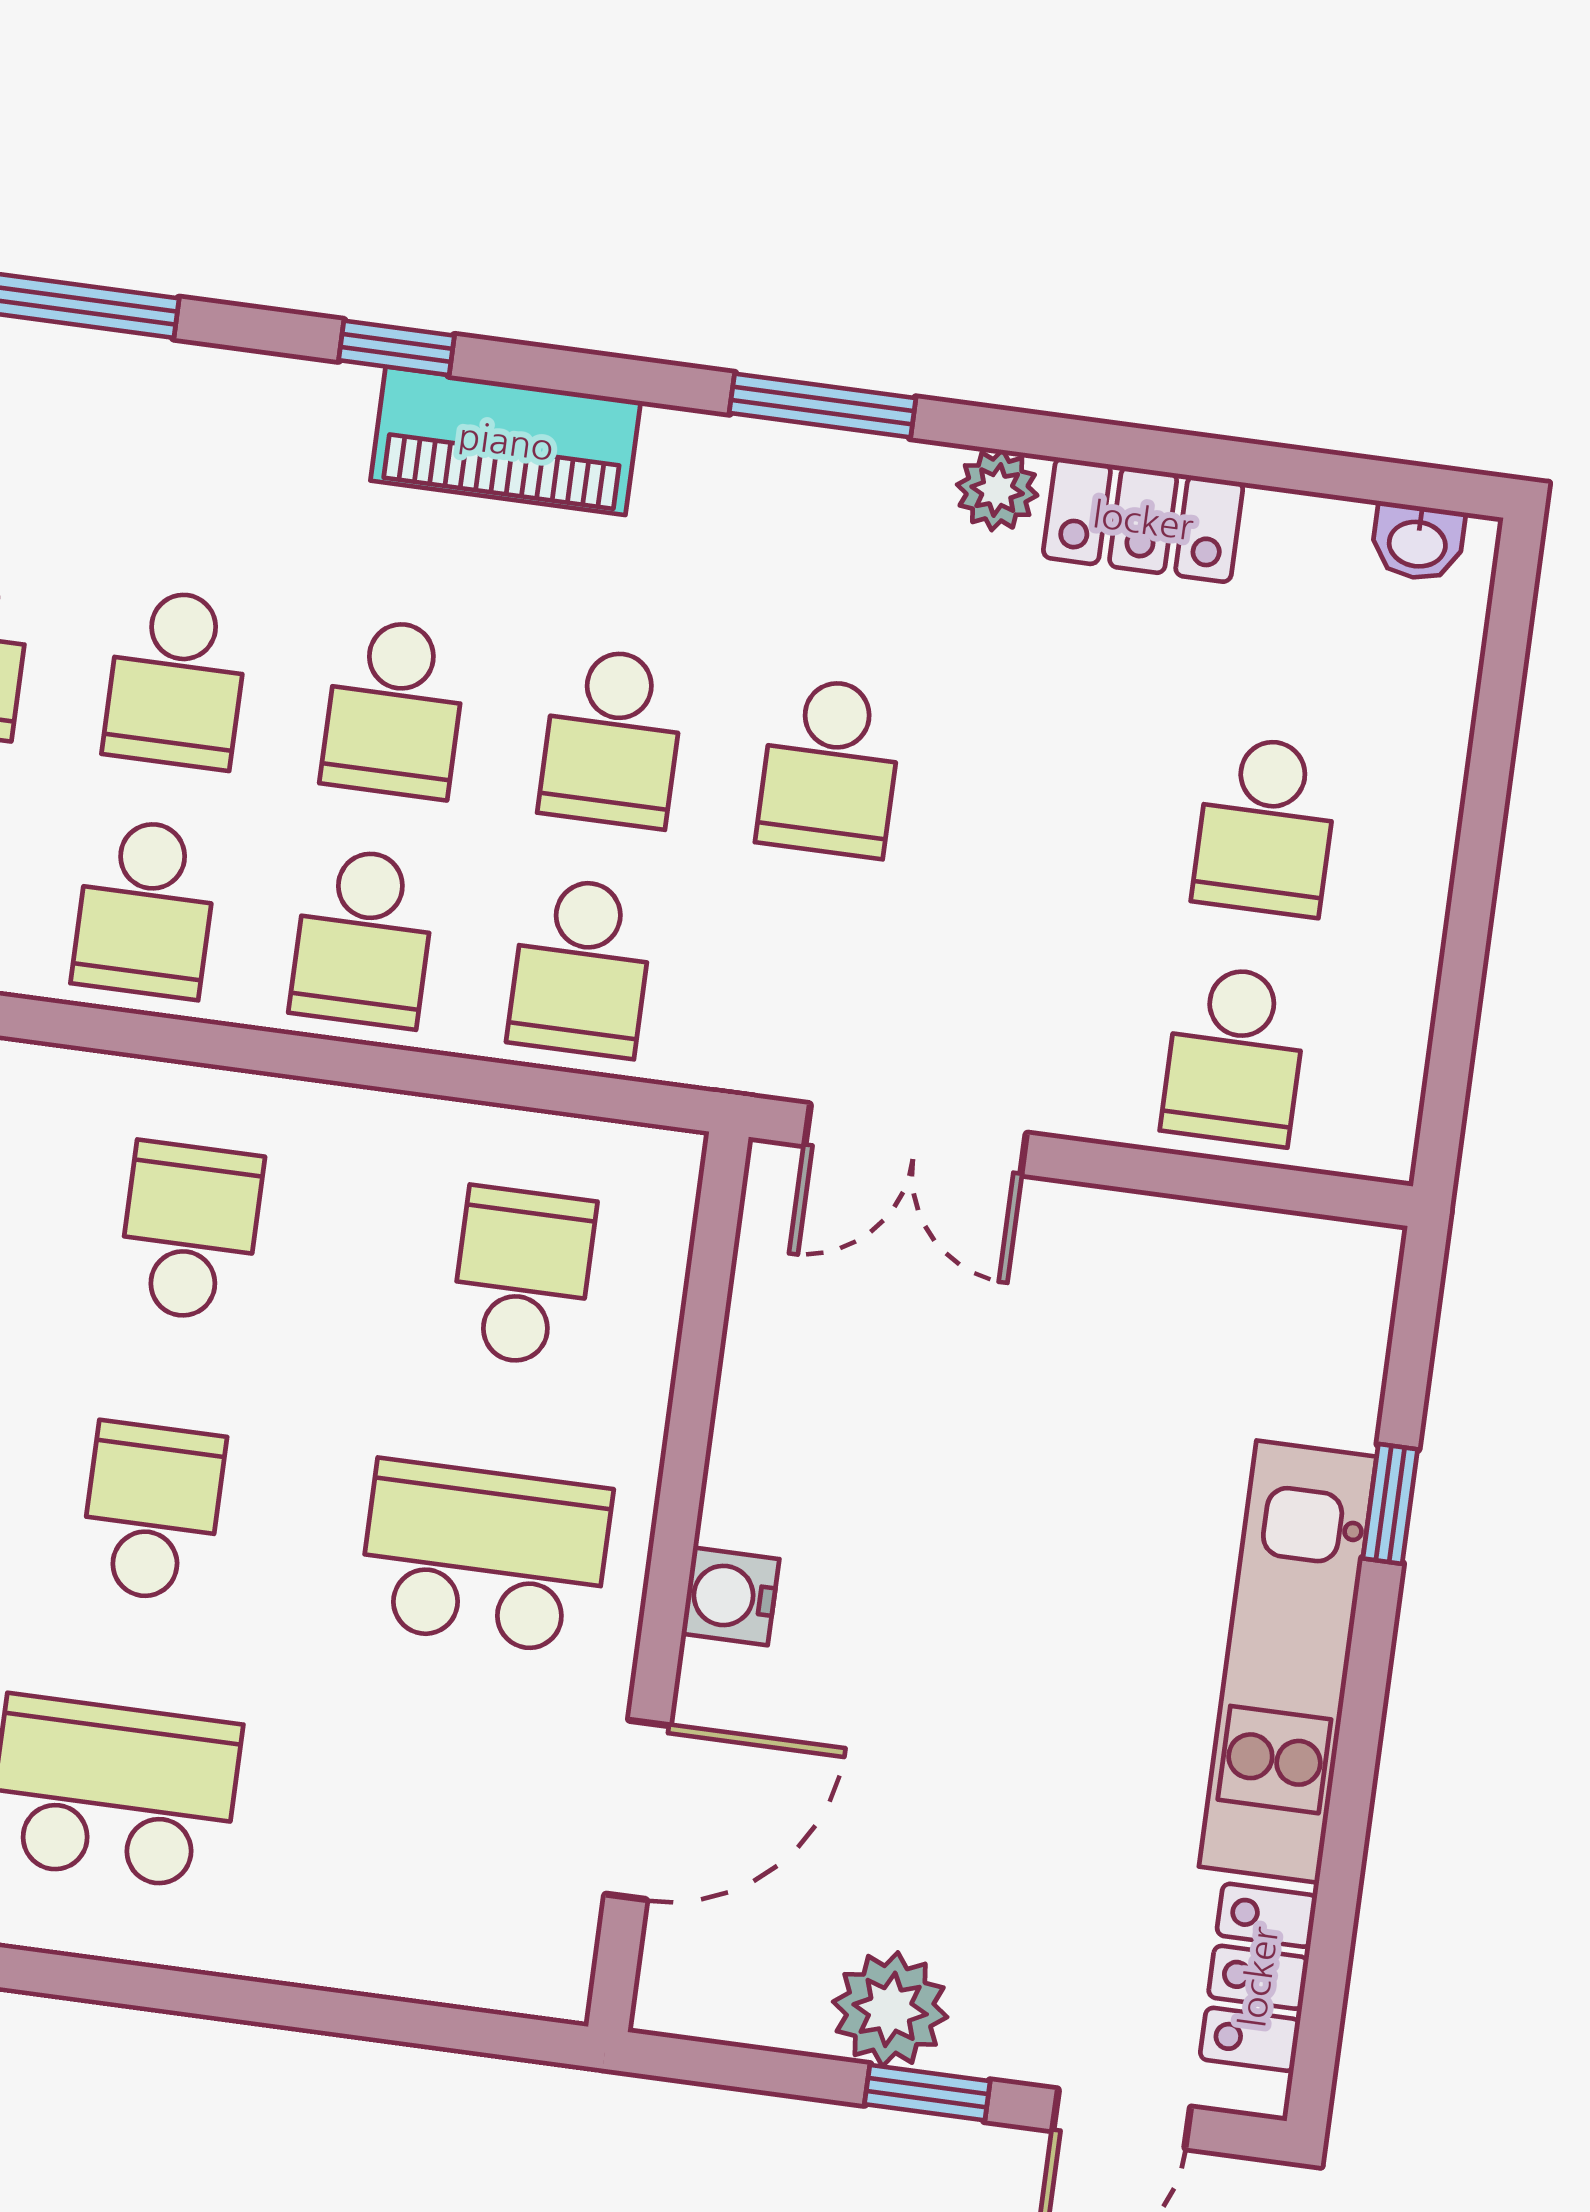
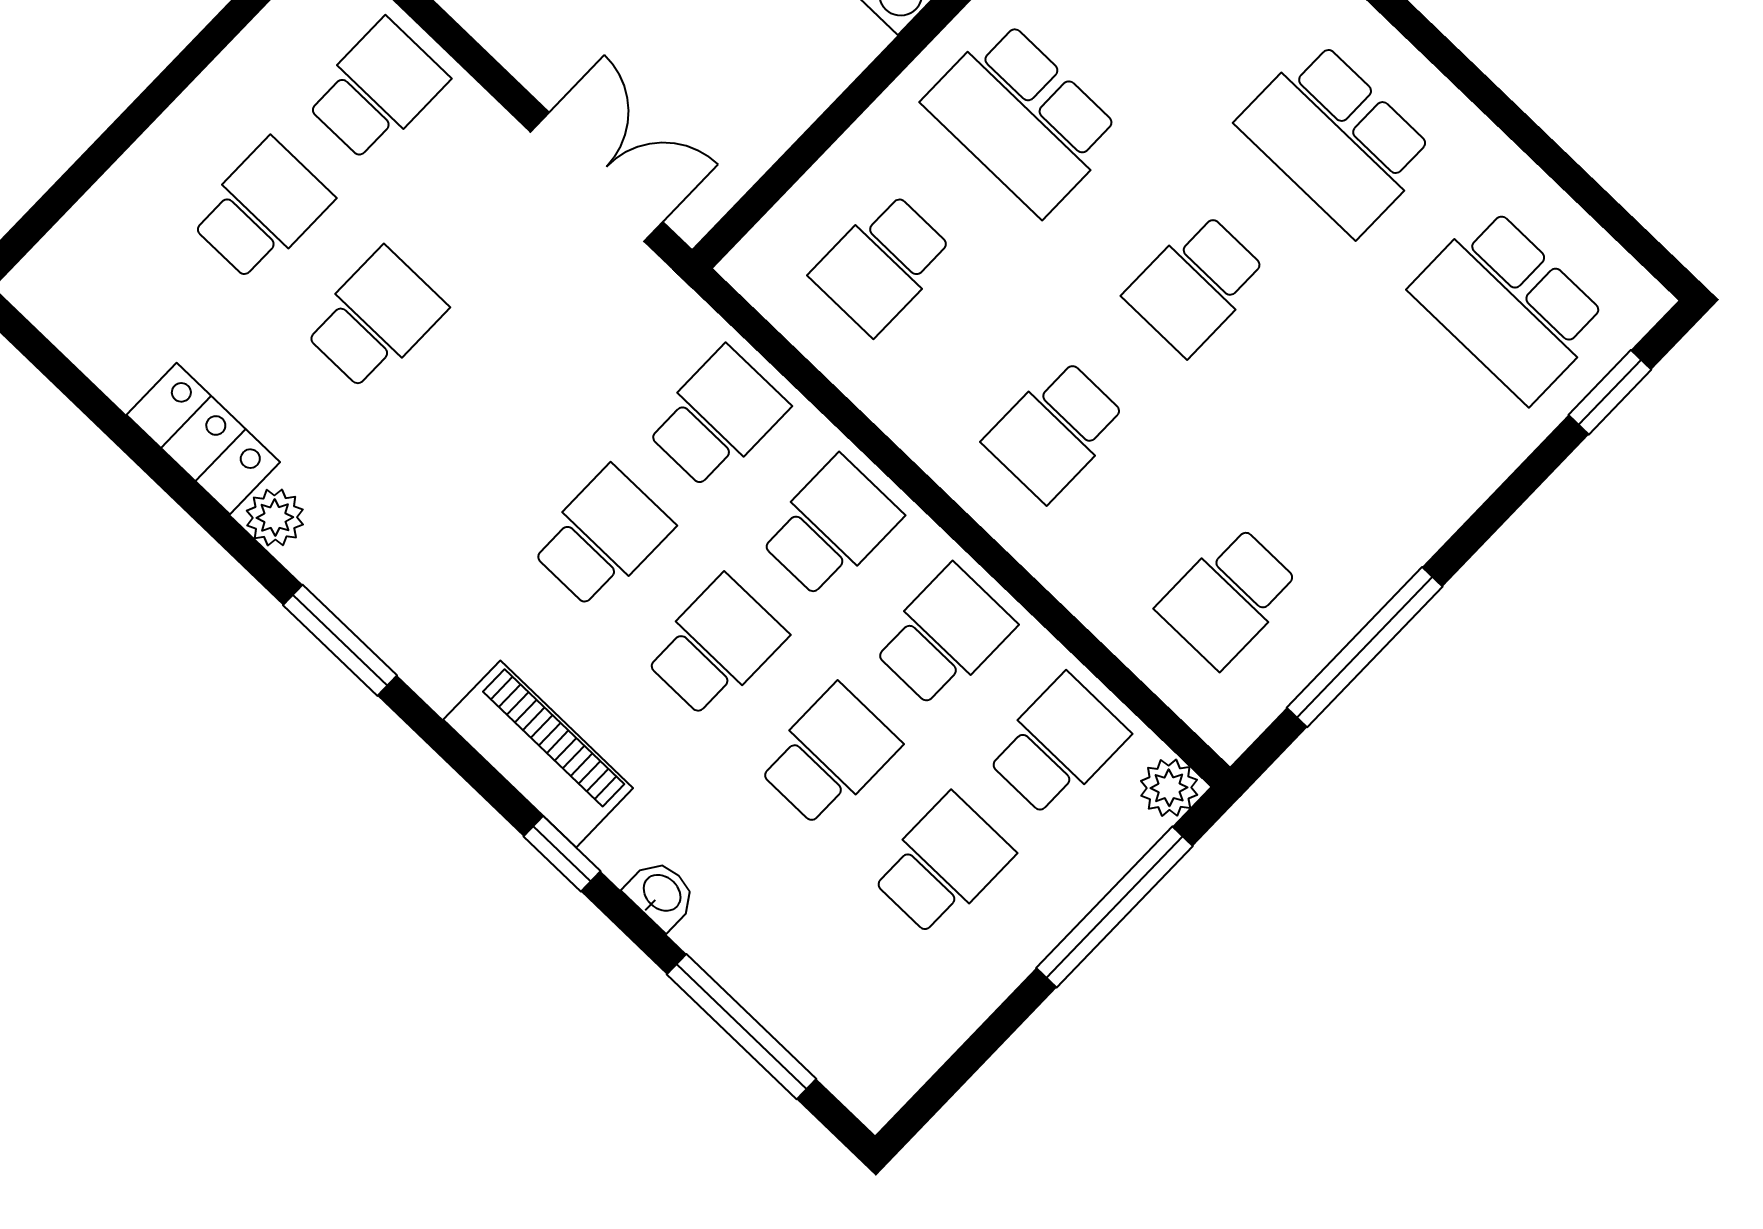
washbasin: (1418, 542) -> (661, 894), moved
school desk: (830, 767) -> (375, 319), moved

